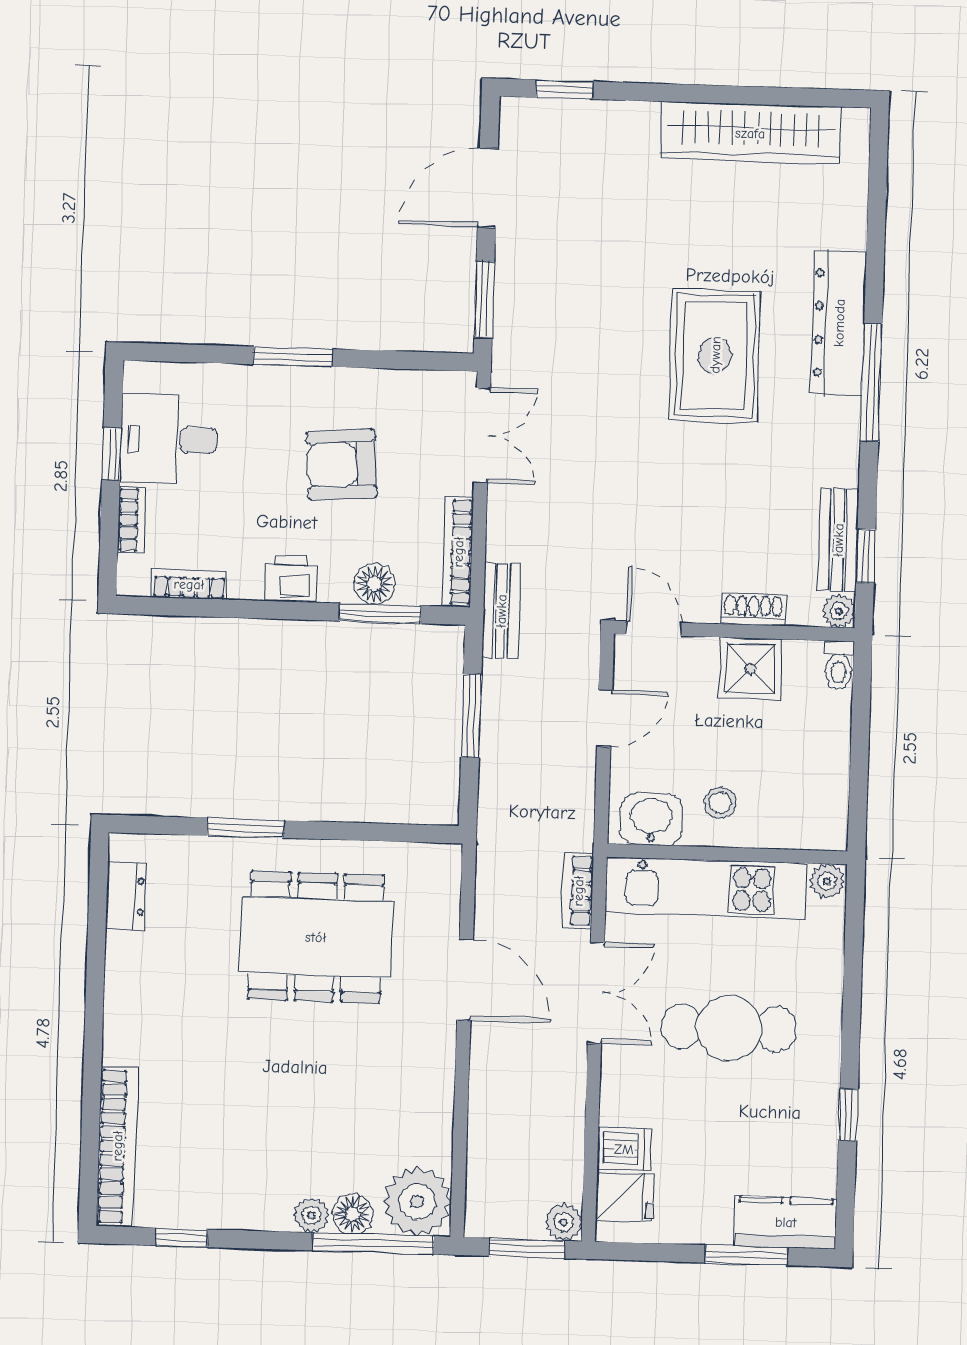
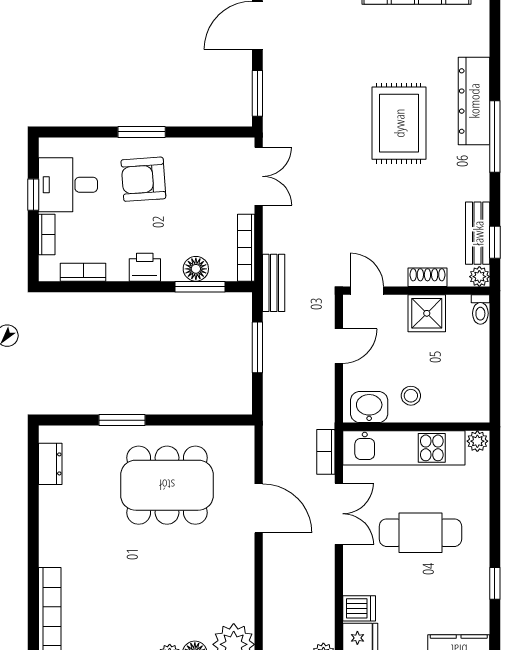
armchair: (342, 465) -> (143, 179), moved

